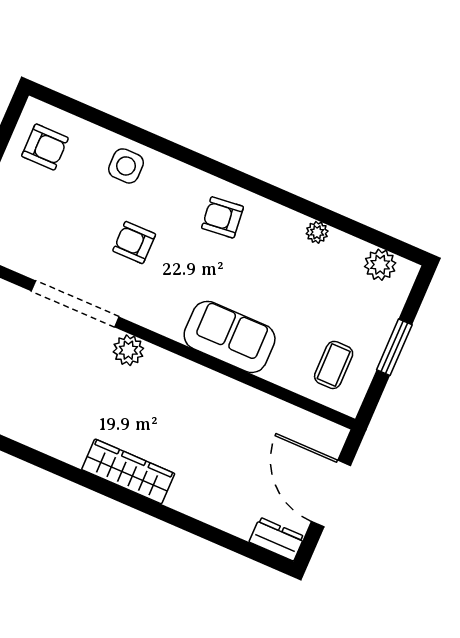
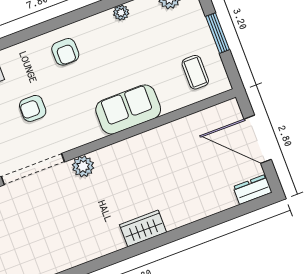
armchair: (222, 217) -> (65, 52), turned -84
wardrobe: (128, 471) -> (143, 228), width x0.67

